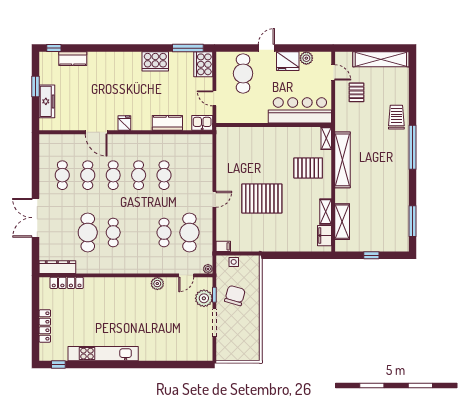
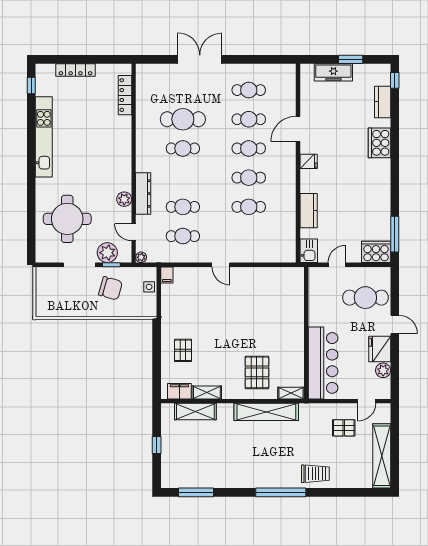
cooker: (155, 61) -> (379, 143), moved
pallet: (262, 199) -> (183, 350), moved, width x0.49, depth x0.50
cafe table: (189, 233) -> (183, 236), width x0.73, depth x0.74
dresser: (57, 267) -> (143, 194), moved
round table: (174, 333) -> (67, 219), added

